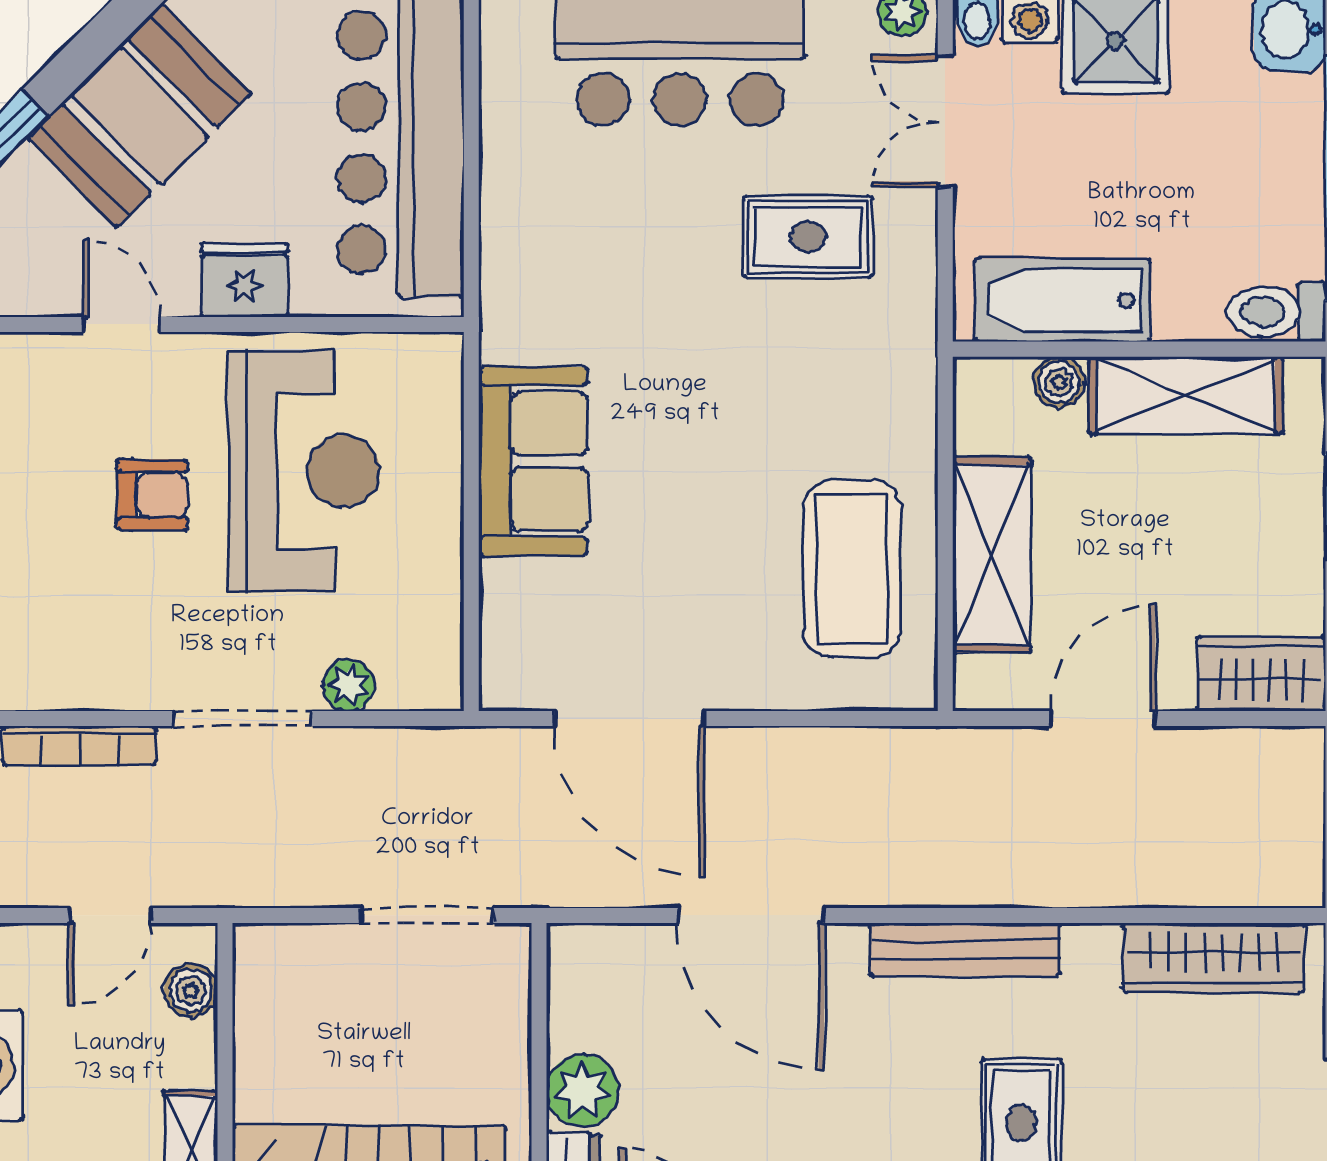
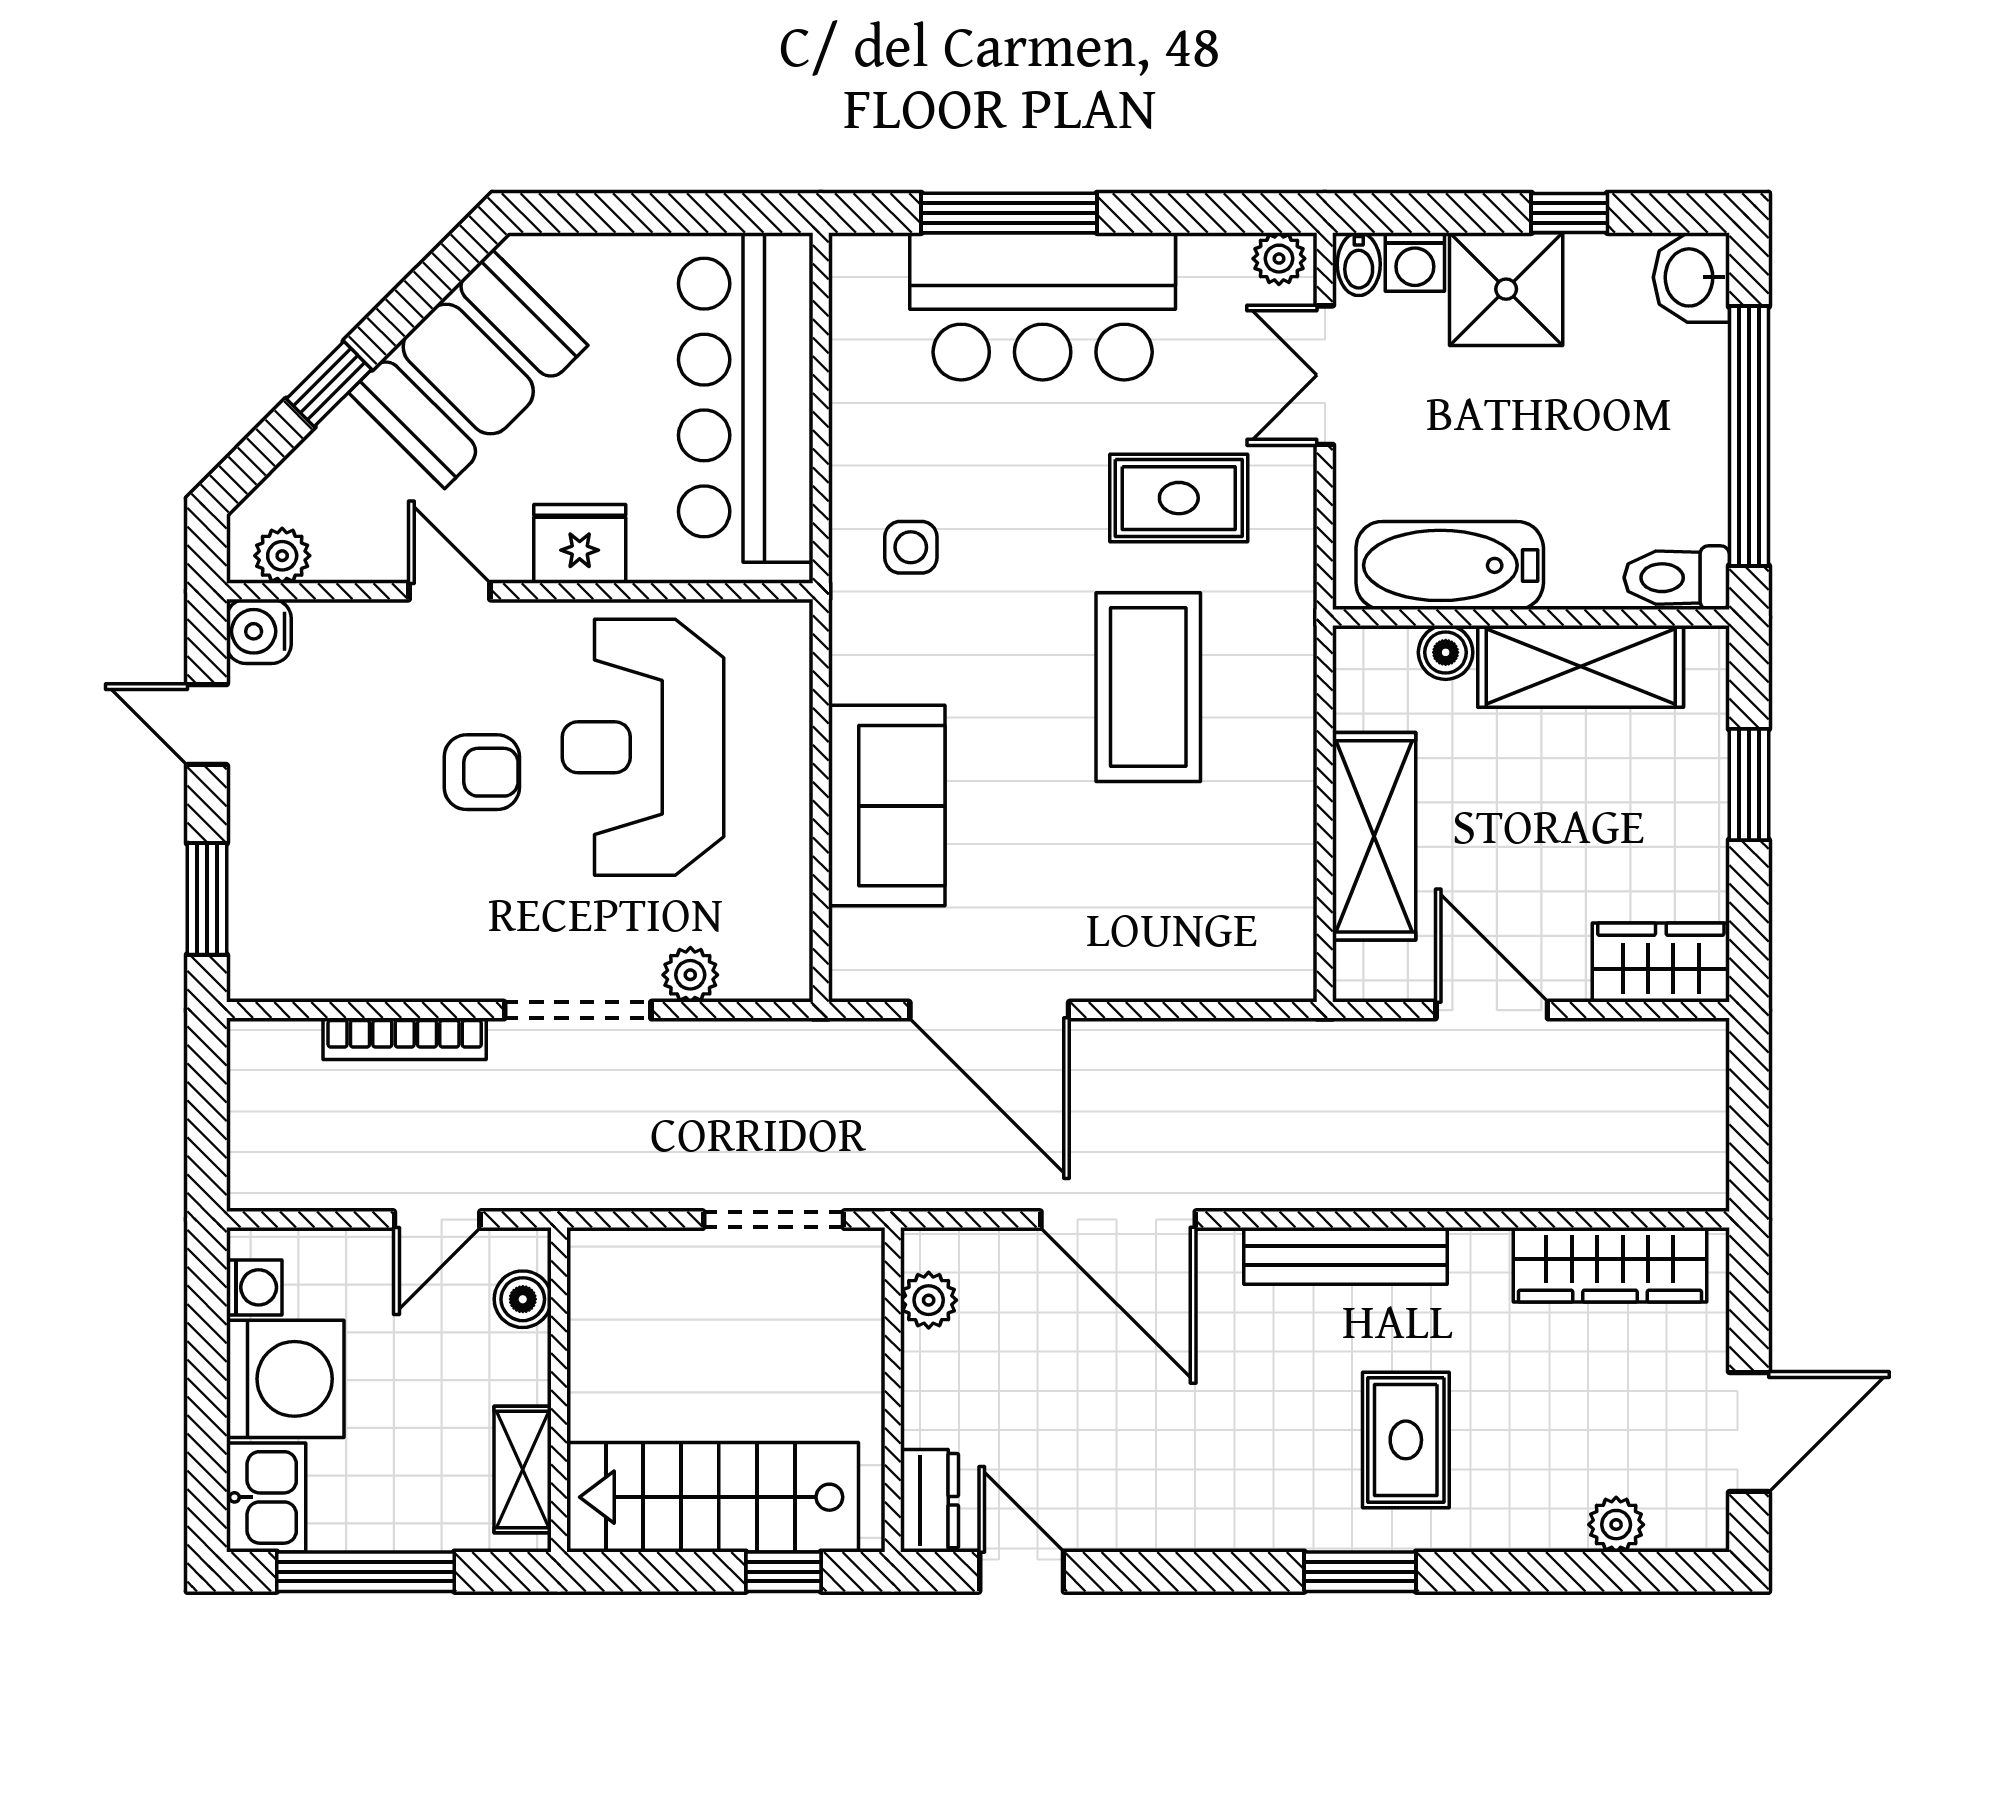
side table: (556, 283) -> (911, 547), added
sofa: (533, 461) -> (887, 806), moved
reception desk: (304, 471) -> (643, 747), turned 180
coffee table: (852, 569) -> (1148, 687), moved
door: (1102, 718) -> (1492, 1010), hinge flipped
plant: (582, 1091) -> (929, 1300), moved, width x0.73, depth x0.73

